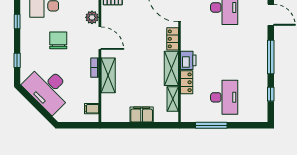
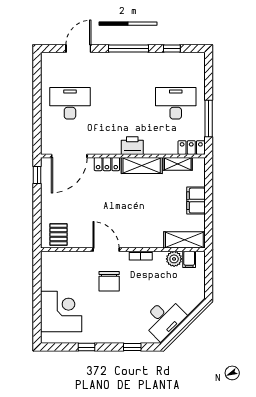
plant: (92, 17) -> (174, 259), moved
door: (100, 38) -> (106, 250), hinge flipped
chair: (58, 40) -> (109, 281), moved, turned -90
shelving: (108, 75) -> (184, 240), moved
locker: (187, 82) -> (191, 148), moved
desk: (48, 89) -> (164, 319), width x0.73, depth x0.77

